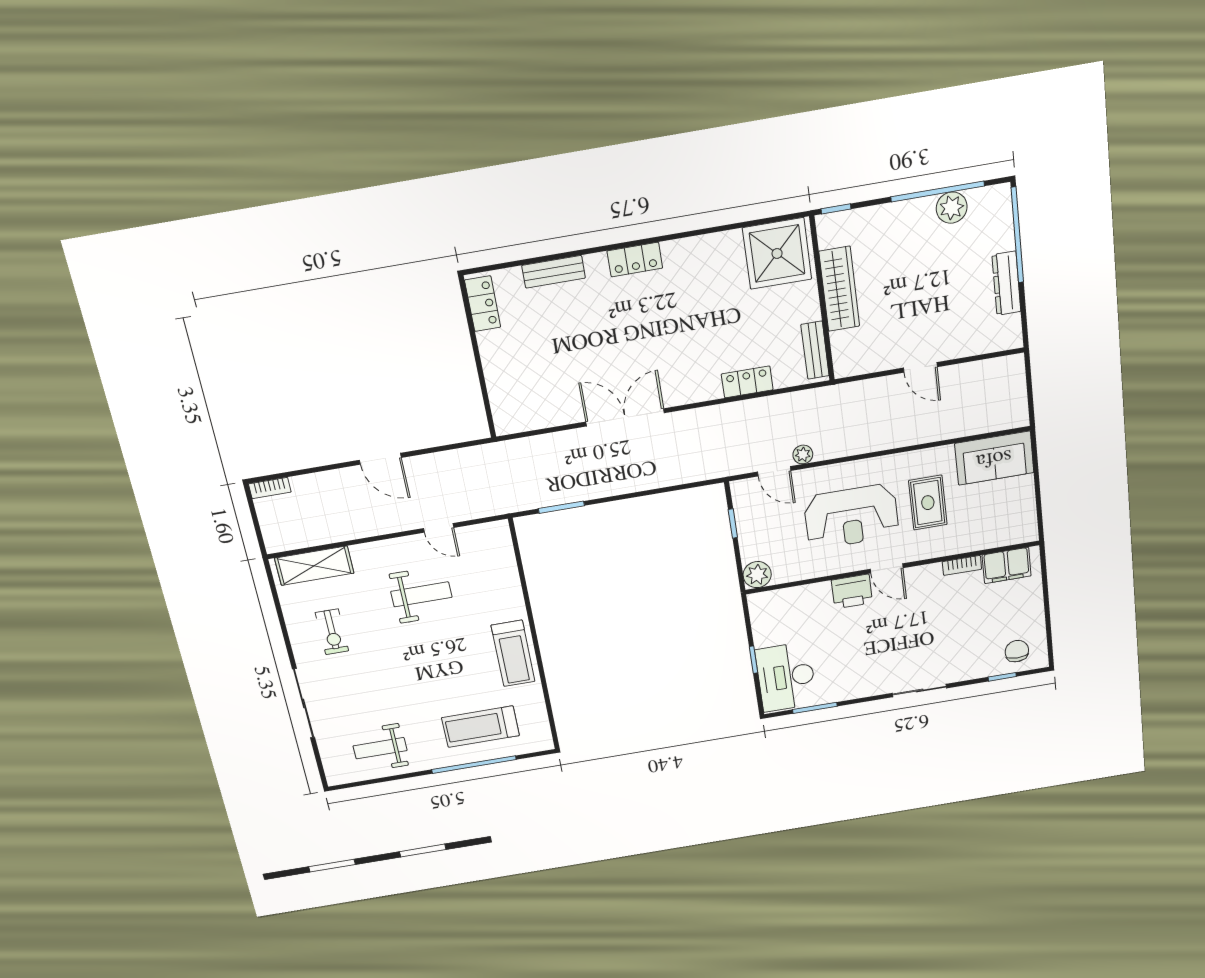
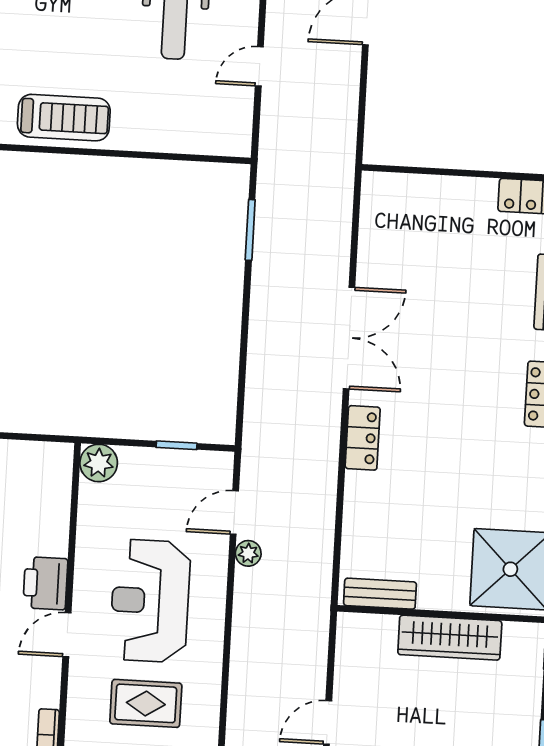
locker: (747, 382) -> (363, 438), moved
treadmill: (513, 653) -> (64, 118), turned 180

